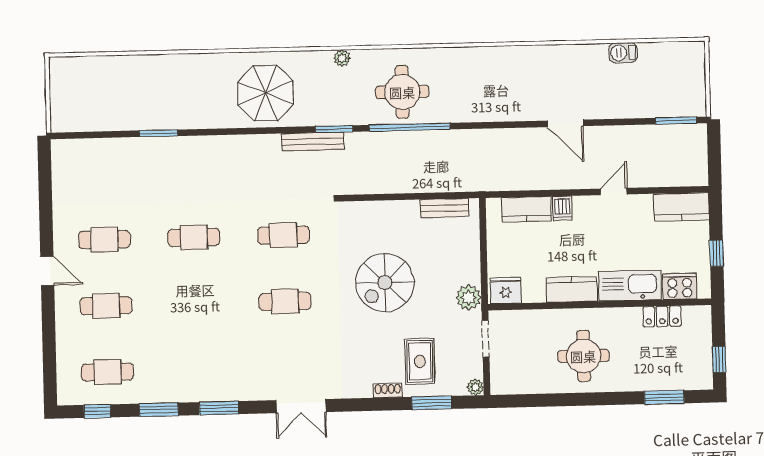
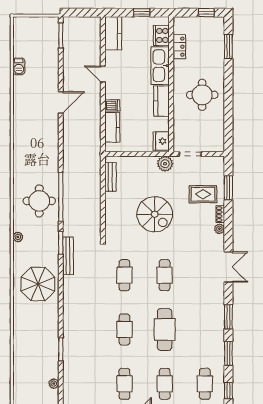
plant: (102, 123) -> (54, 384), added
cafe table: (195, 304) -> (165, 329), added
plant: (475, 387) -> (219, 229), moved

